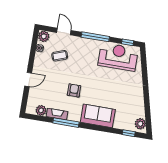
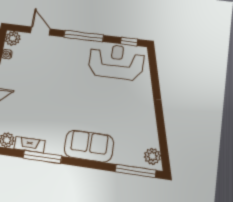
coffee table: (60, 56) -> (34, 63), removed
armchair: (74, 90) -> (54, 110), removed
window: (129, 133) -> (136, 171), width x2.17

